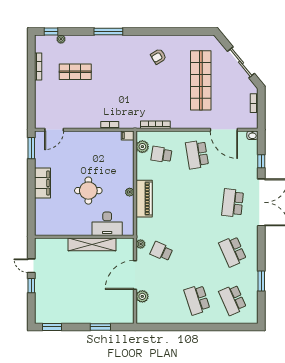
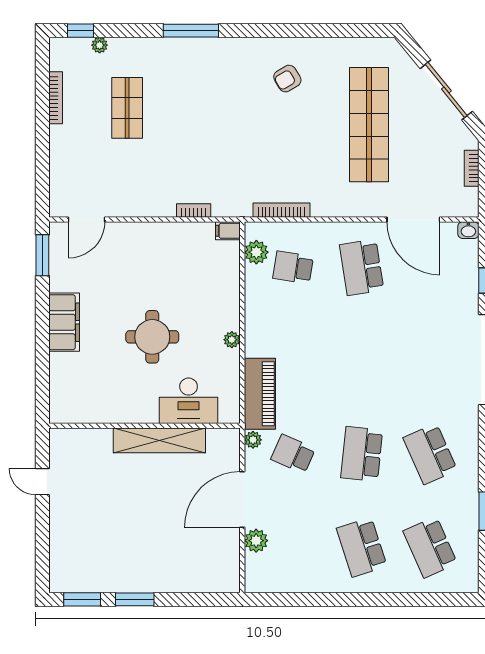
shop shelf: (75, 72) -> (127, 108), turned 90
piano: (144, 199) -> (260, 394), moved
school desk: (233, 203) -> (362, 454), moved
window: (31, 286) -> (42, 520), removed
window: (100, 327) -> (135, 599), moved

